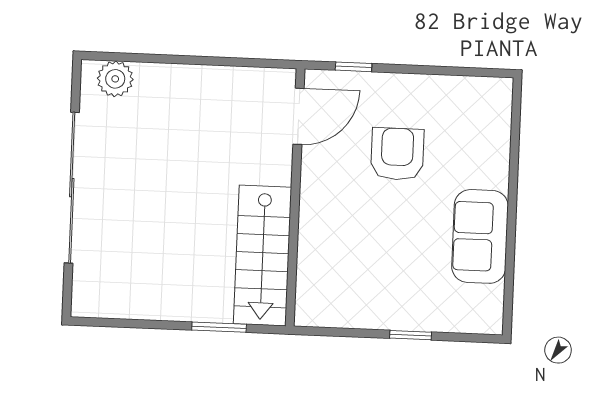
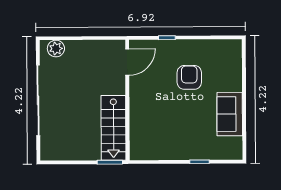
door: (299, 116) -> (127, 62), moved
wall: (295, 197) -> (127, 100), moved
stairs: (263, 256) -> (113, 128), moved

